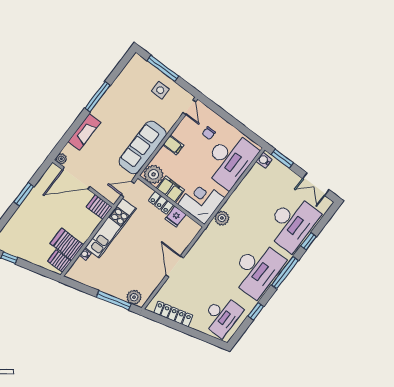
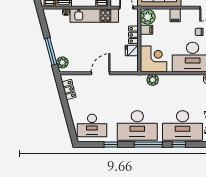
filing cabinet: (170, 189) -> (146, 30), width x0.50
locker: (173, 314) -> (69, 90), width x0.66

